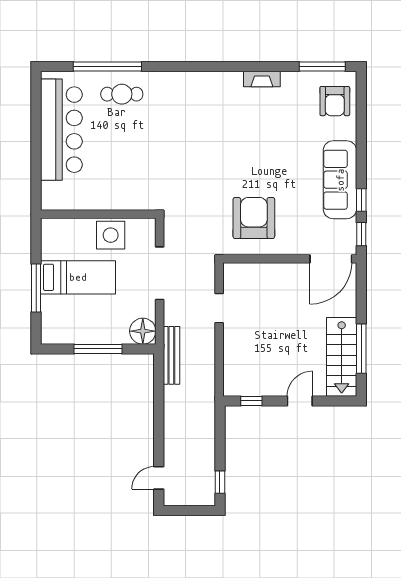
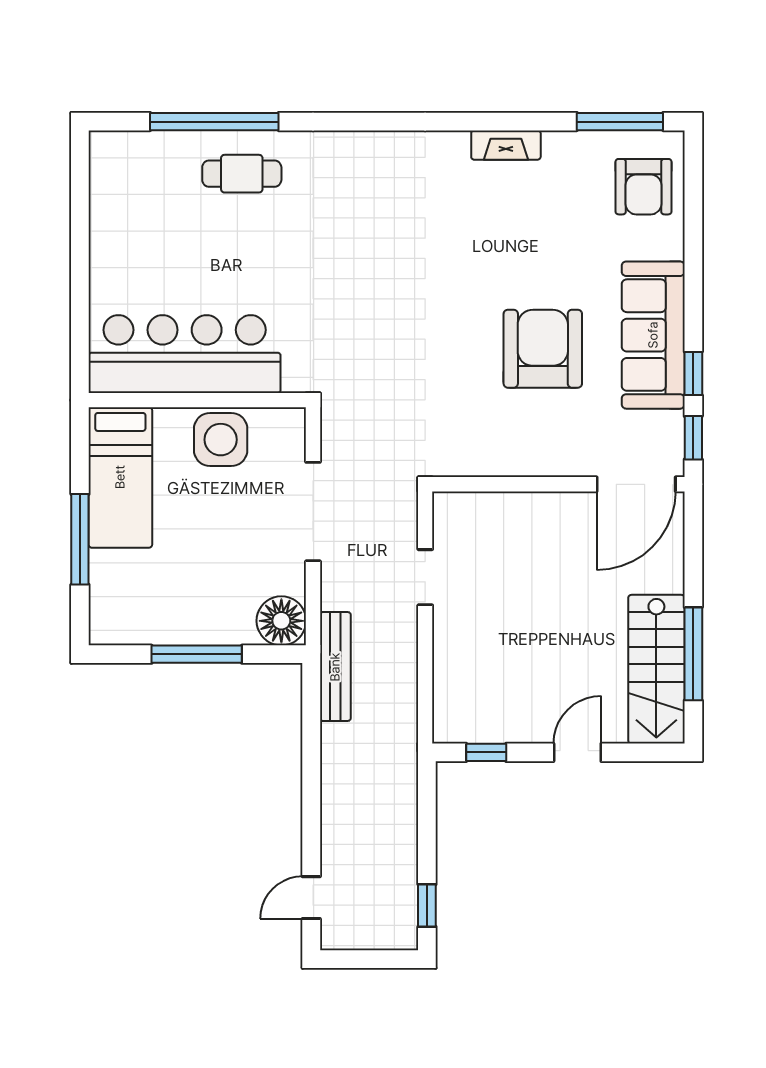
bar counter: (61, 130) -> (185, 354), moved, turned -90
armchair: (254, 218) -> (543, 349), moved
bed: (78, 277) -> (120, 477), moved, turned 90

